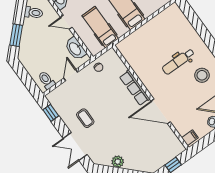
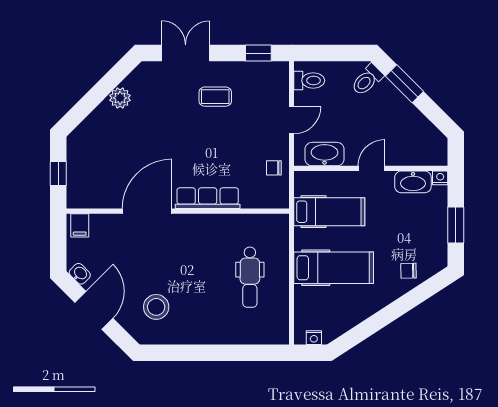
toilet: (33, 13) -> (367, 80), moved
dental chair: (178, 61) -> (250, 277), moved, turned 180
door: (71, 75) -> (292, 120), hinge flipped

